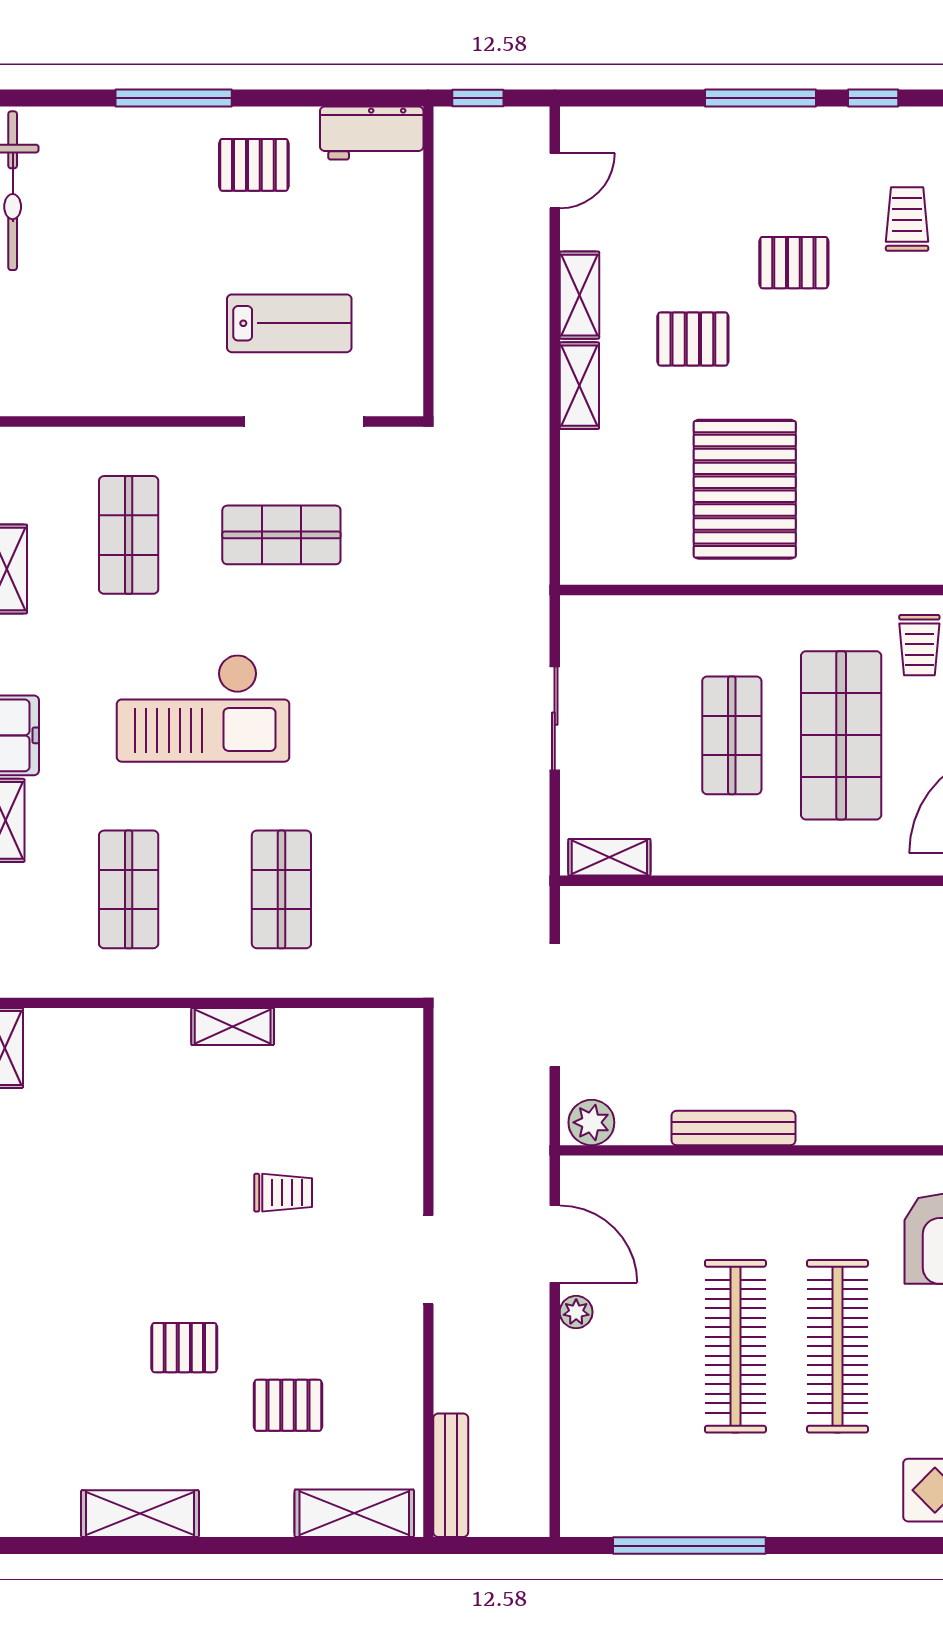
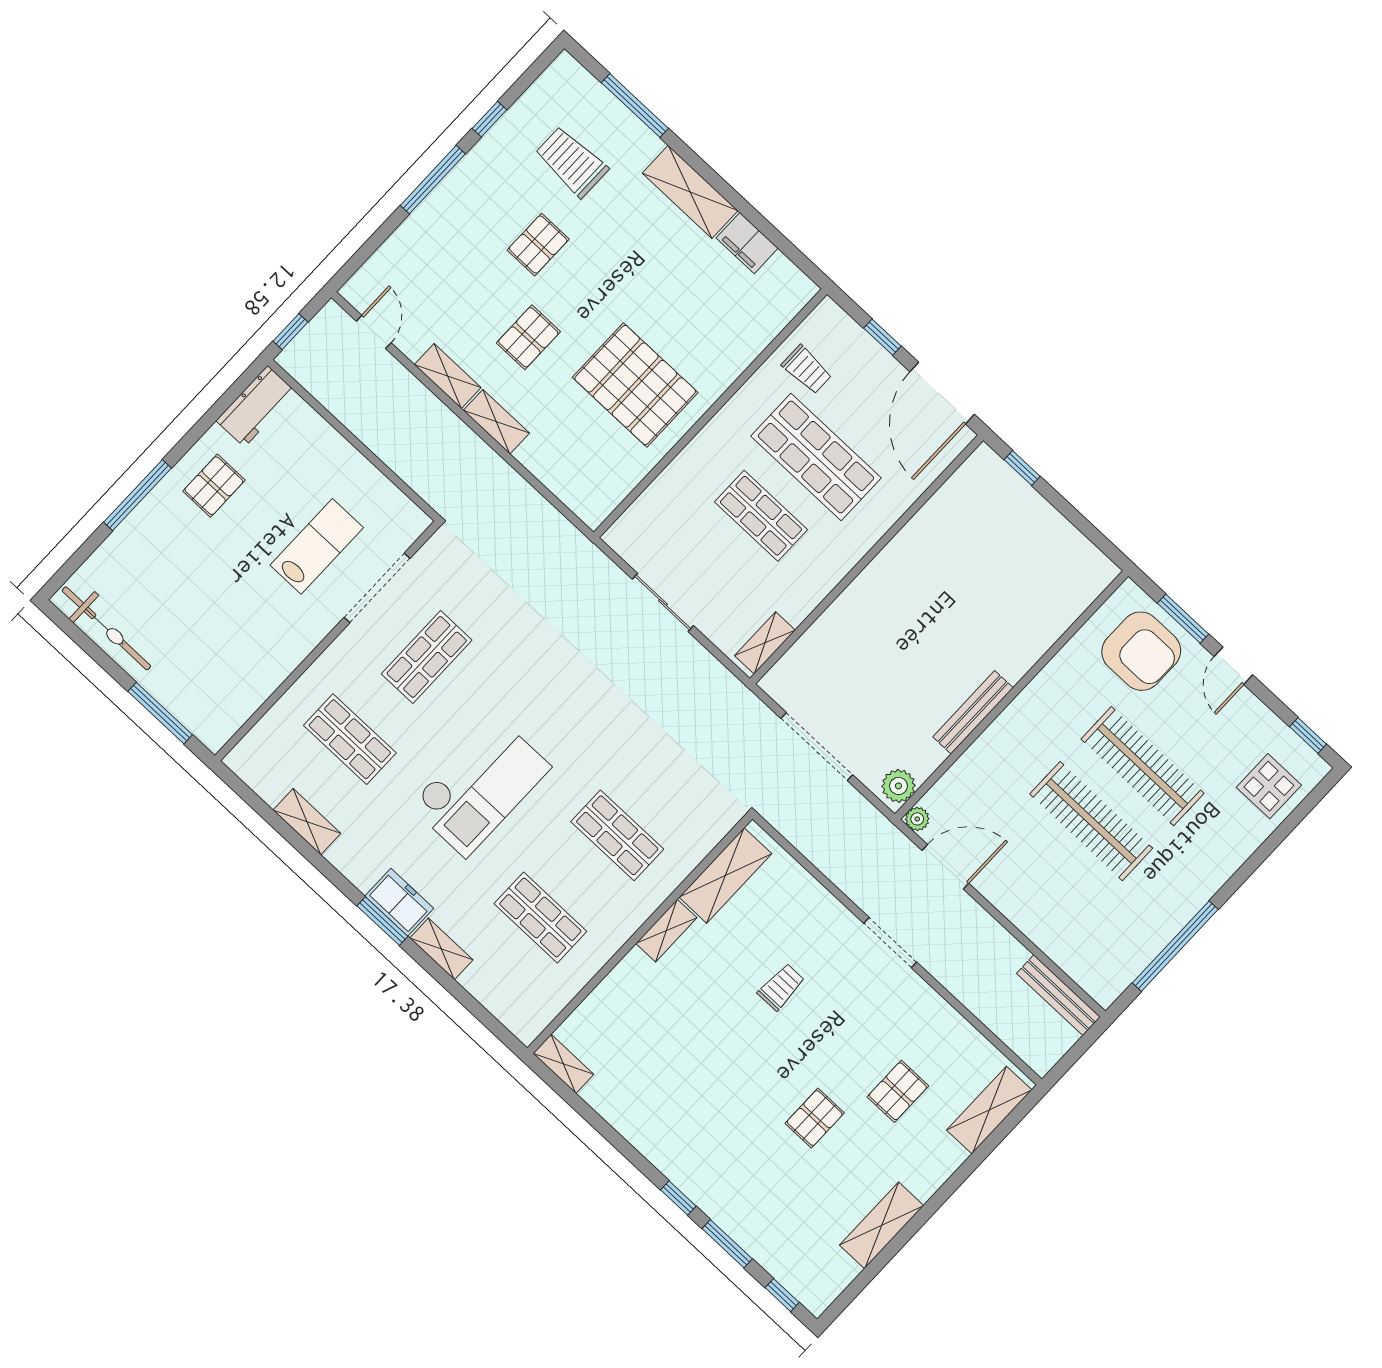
trolley: (907, 219) -> (572, 162), width x1.36, depth x1.39
shelving: (342, 1034) -> (725, 875), added
plant: (576, 1312) -> (917, 819), moved
bench: (451, 1475) -> (1058, 995), moved

